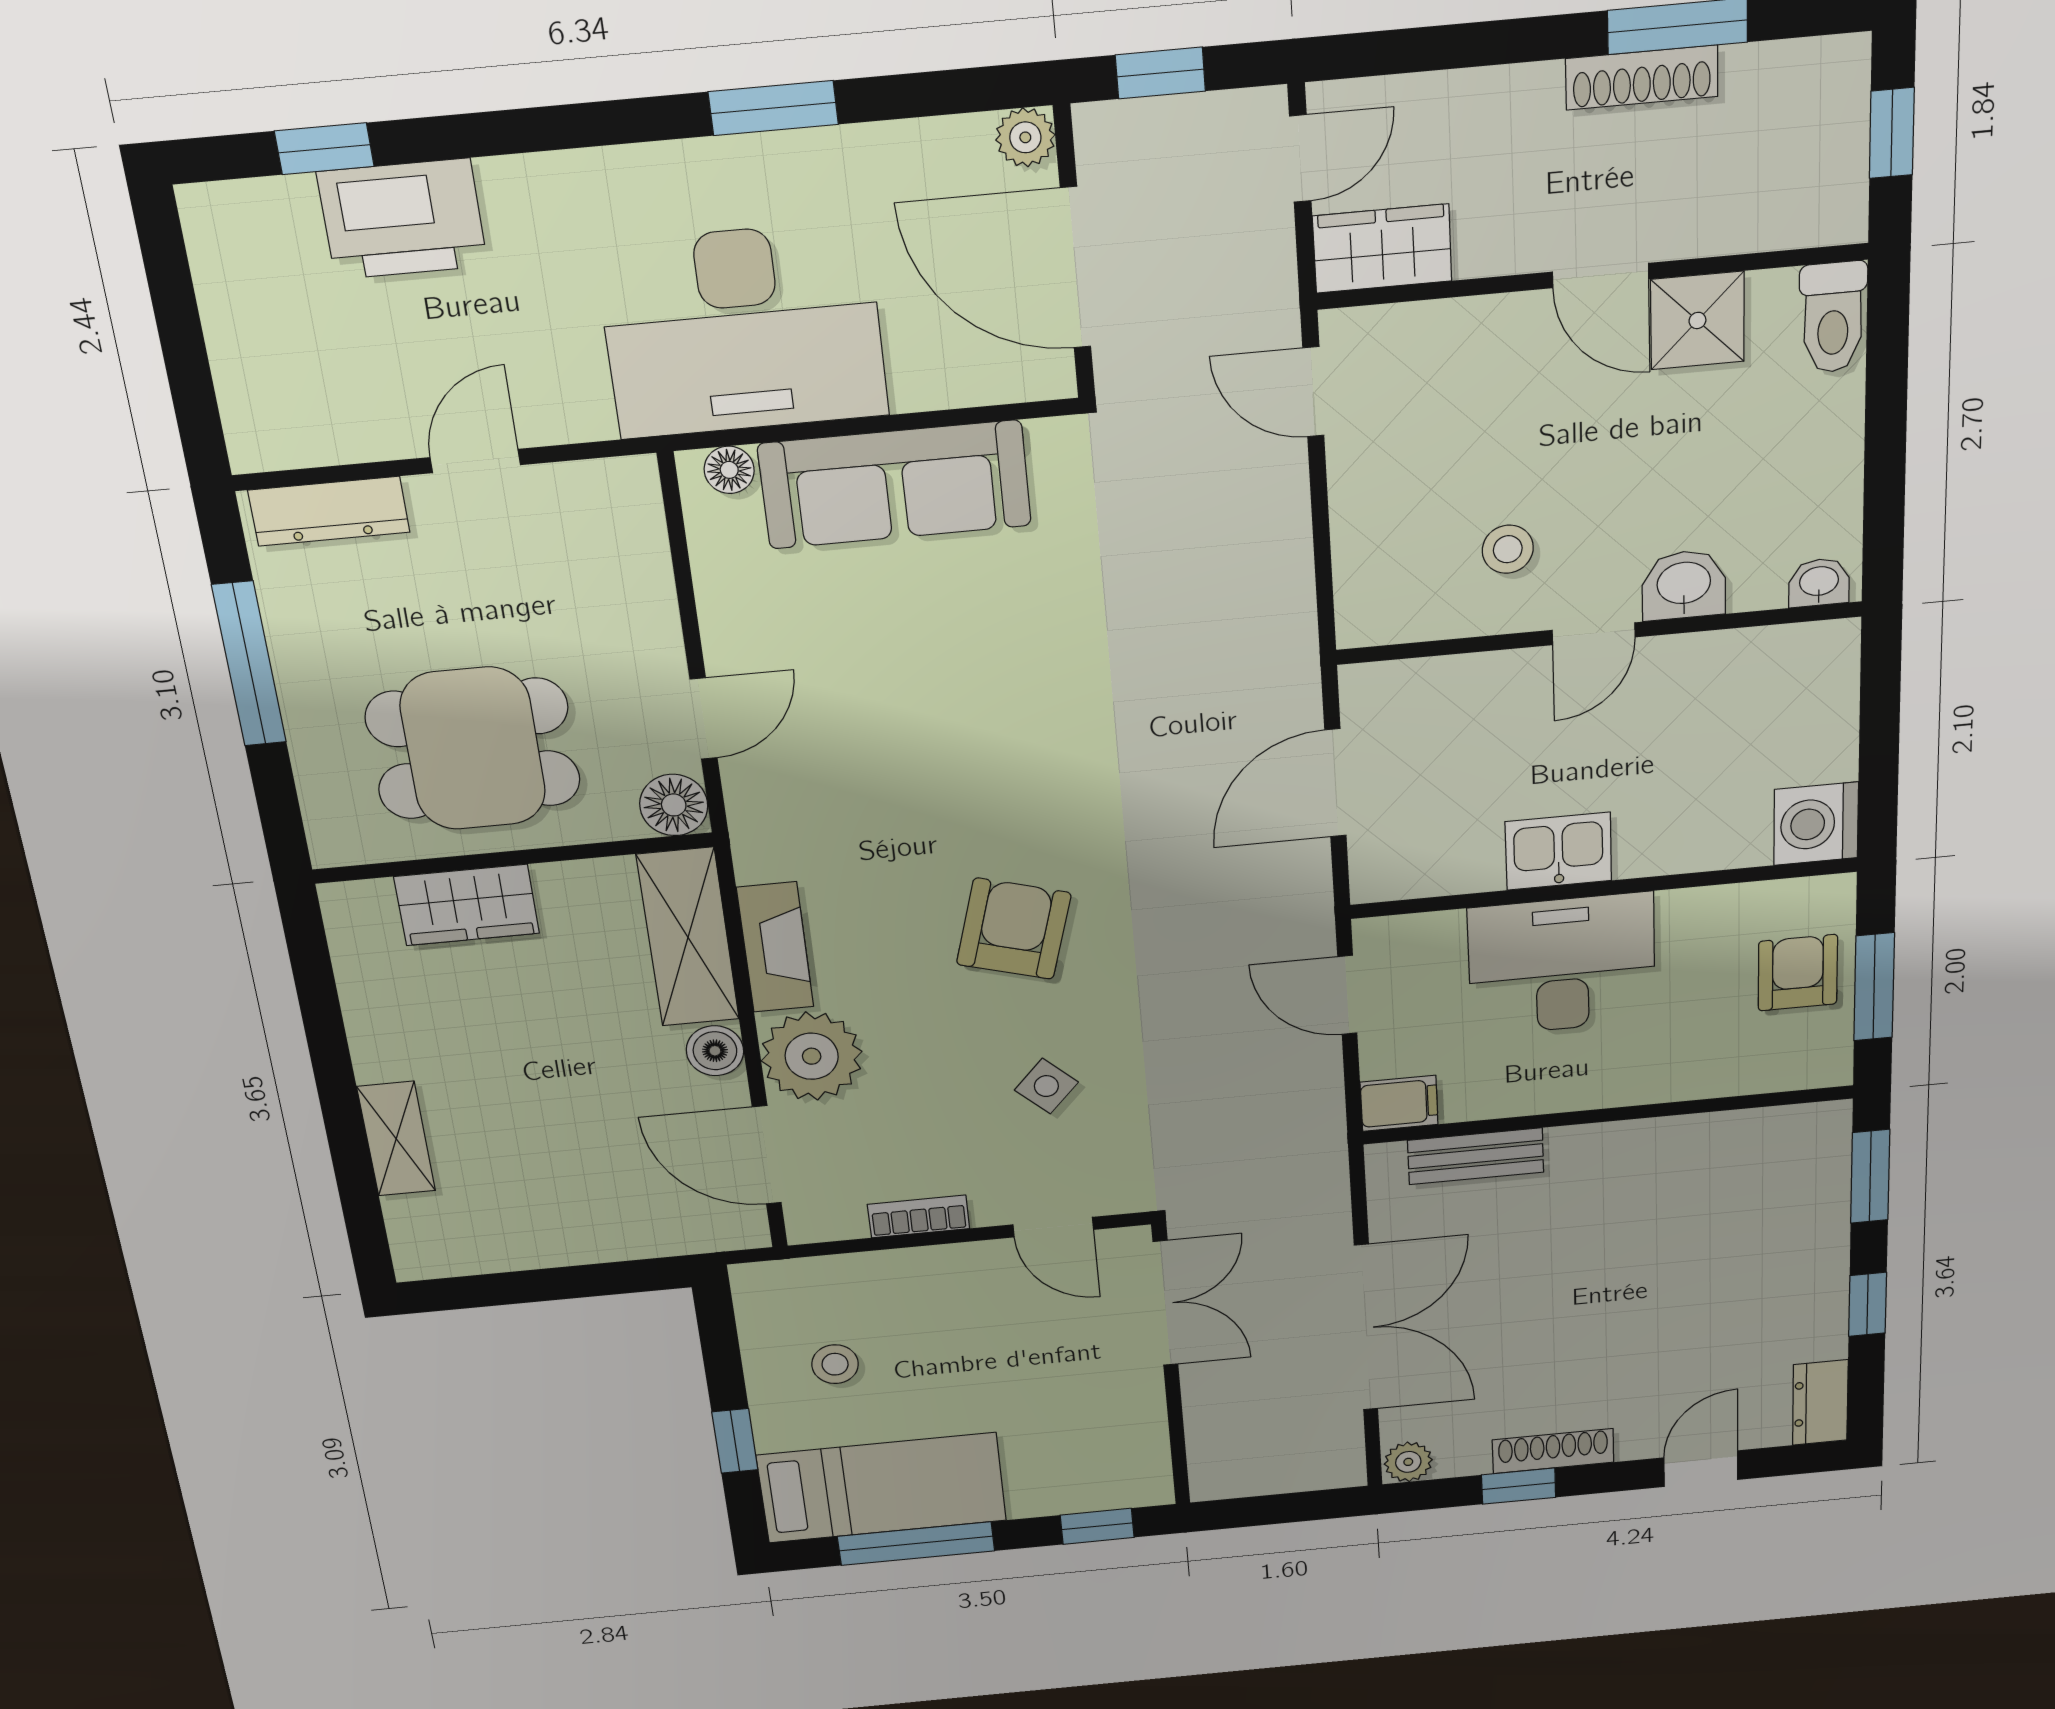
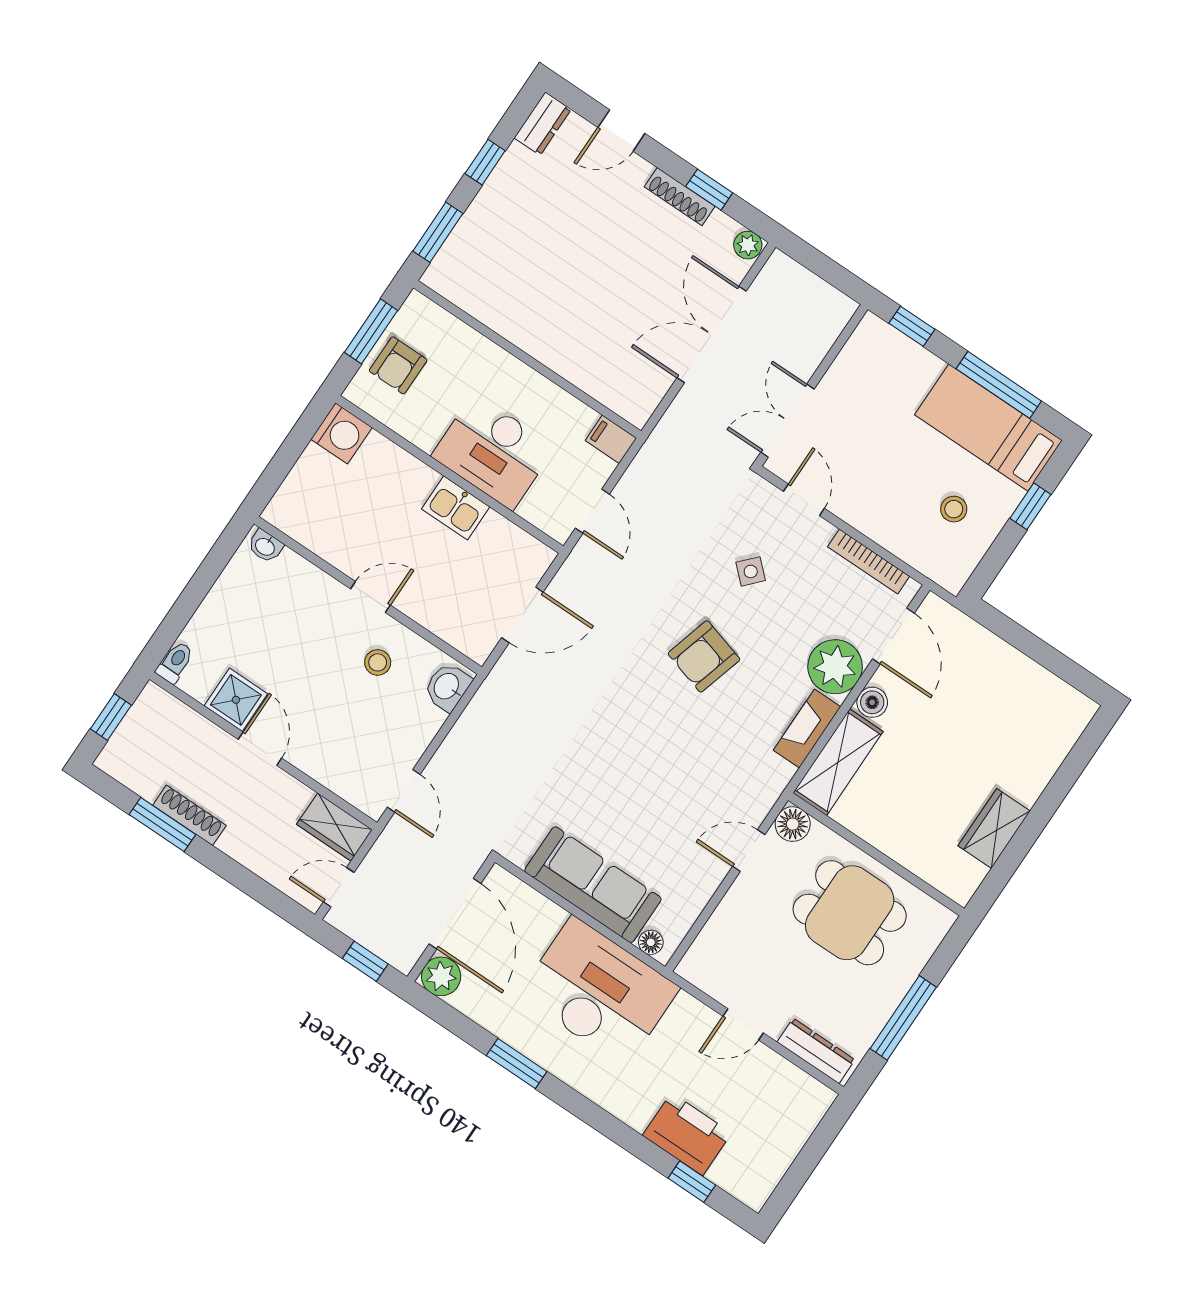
plant: (1025, 137) -> (441, 976), width x1.38, depth x1.38
toilet: (1833, 317) -> (175, 662), width x0.73, depth x0.72
washbasin: (1684, 585) -> (447, 687), moved, turned 90
wardrobe: (467, 905) -> (994, 828), moved, turned -90
shelving: (396, 1139) -> (1038, 772), removed
bench: (1476, 1156) -> (598, 385), removed
bookcase: (919, 1216) -> (869, 562), width x1.56

